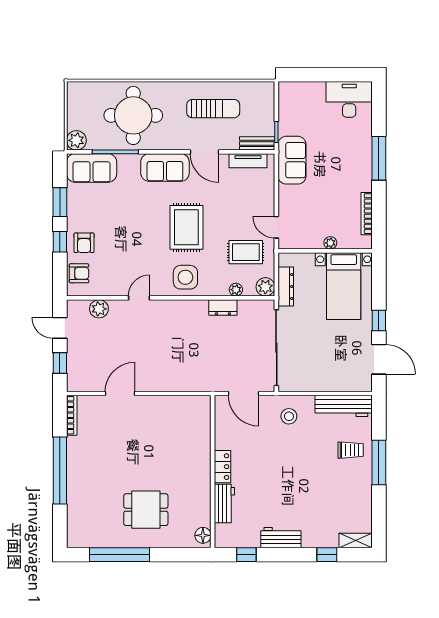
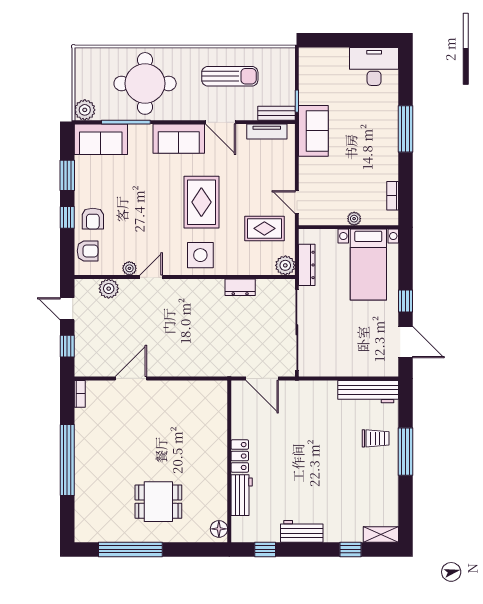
bookcase: (367, 214) -> (393, 196), width x0.64
plant: (236, 290) -> (129, 268), moved
bookcase: (72, 415) -> (80, 394), width x0.64
stool: (289, 416) -> (310, 403), removed

